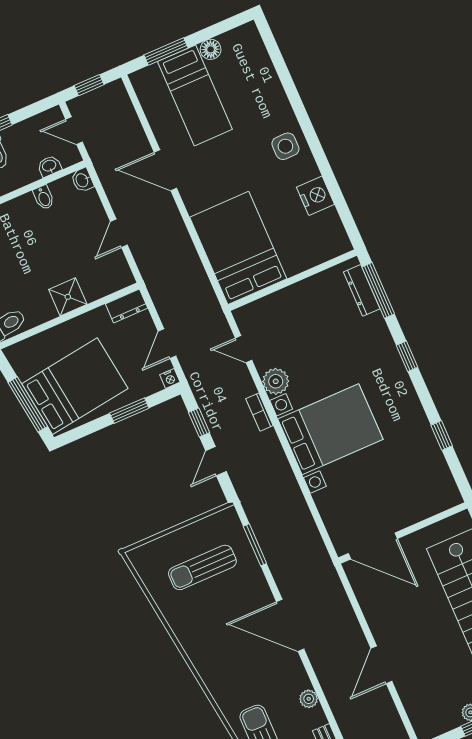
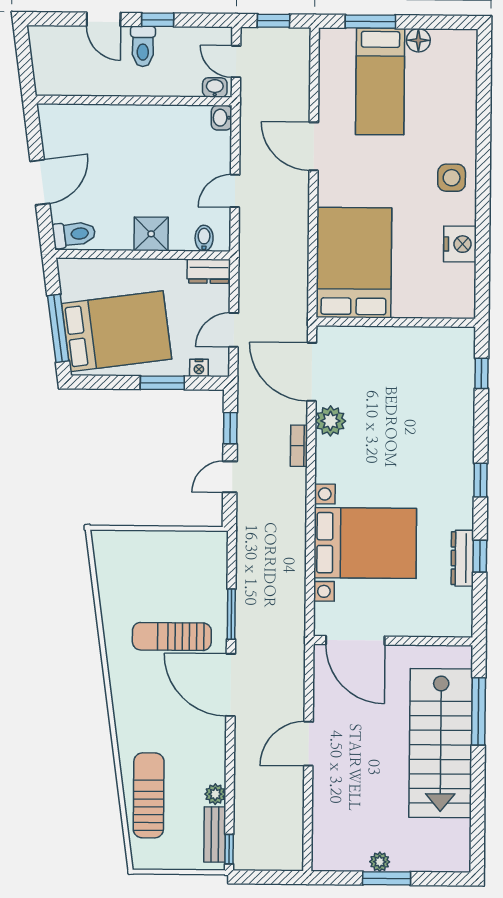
washbasin: (49, 166) -> (215, 87), moved
bidet: (44, 198) -> (204, 238), moved, turned 180
dresser: (362, 290) -> (462, 558), moved
window: (378, 290) -> (481, 373), width x0.46
door: (244, 349) -> (312, 372), width x1.87
window: (407, 356) -> (481, 480), moved
nightstand: (170, 378) -> (199, 368), moved
bed with nightstands: (330, 429) -> (365, 543), moved
window: (255, 545) -> (231, 614), moved
sun lounger: (202, 567) -> (172, 636), moved
door: (381, 665) -> (308, 744), moved
plant: (309, 699) -> (215, 794), moved

